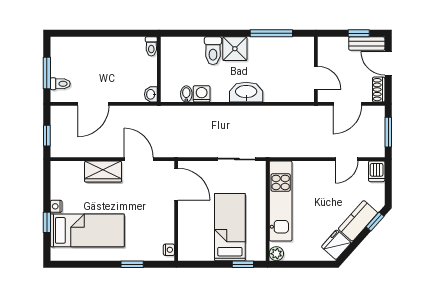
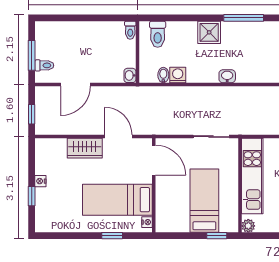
toilet: (213, 51) -> (158, 34), moved
washbasin: (246, 92) -> (227, 76), width x0.52, depth x0.69
bed: (87, 230) -> (117, 200), moved, turned 180

